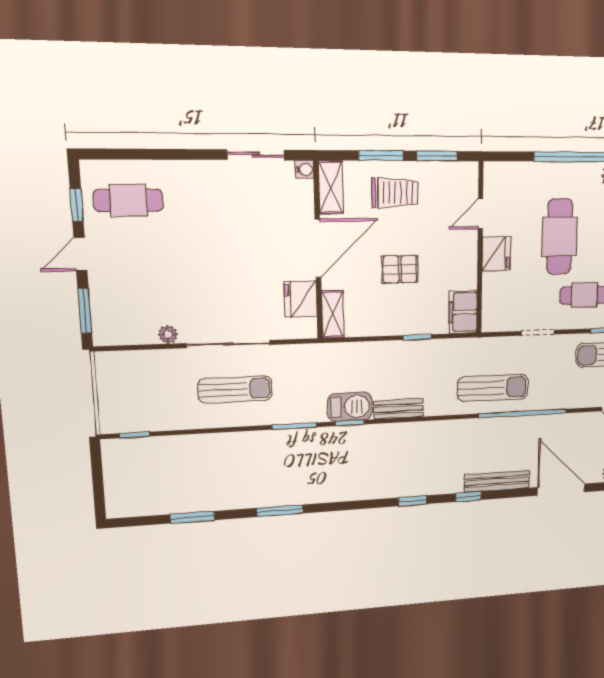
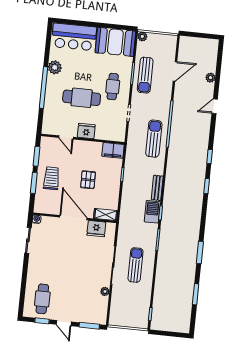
shelving: (331, 187) -> (46, 208), removed
bench: (497, 481) -> (204, 141), removed
door: (561, 490) -> (215, 106), width x0.53

